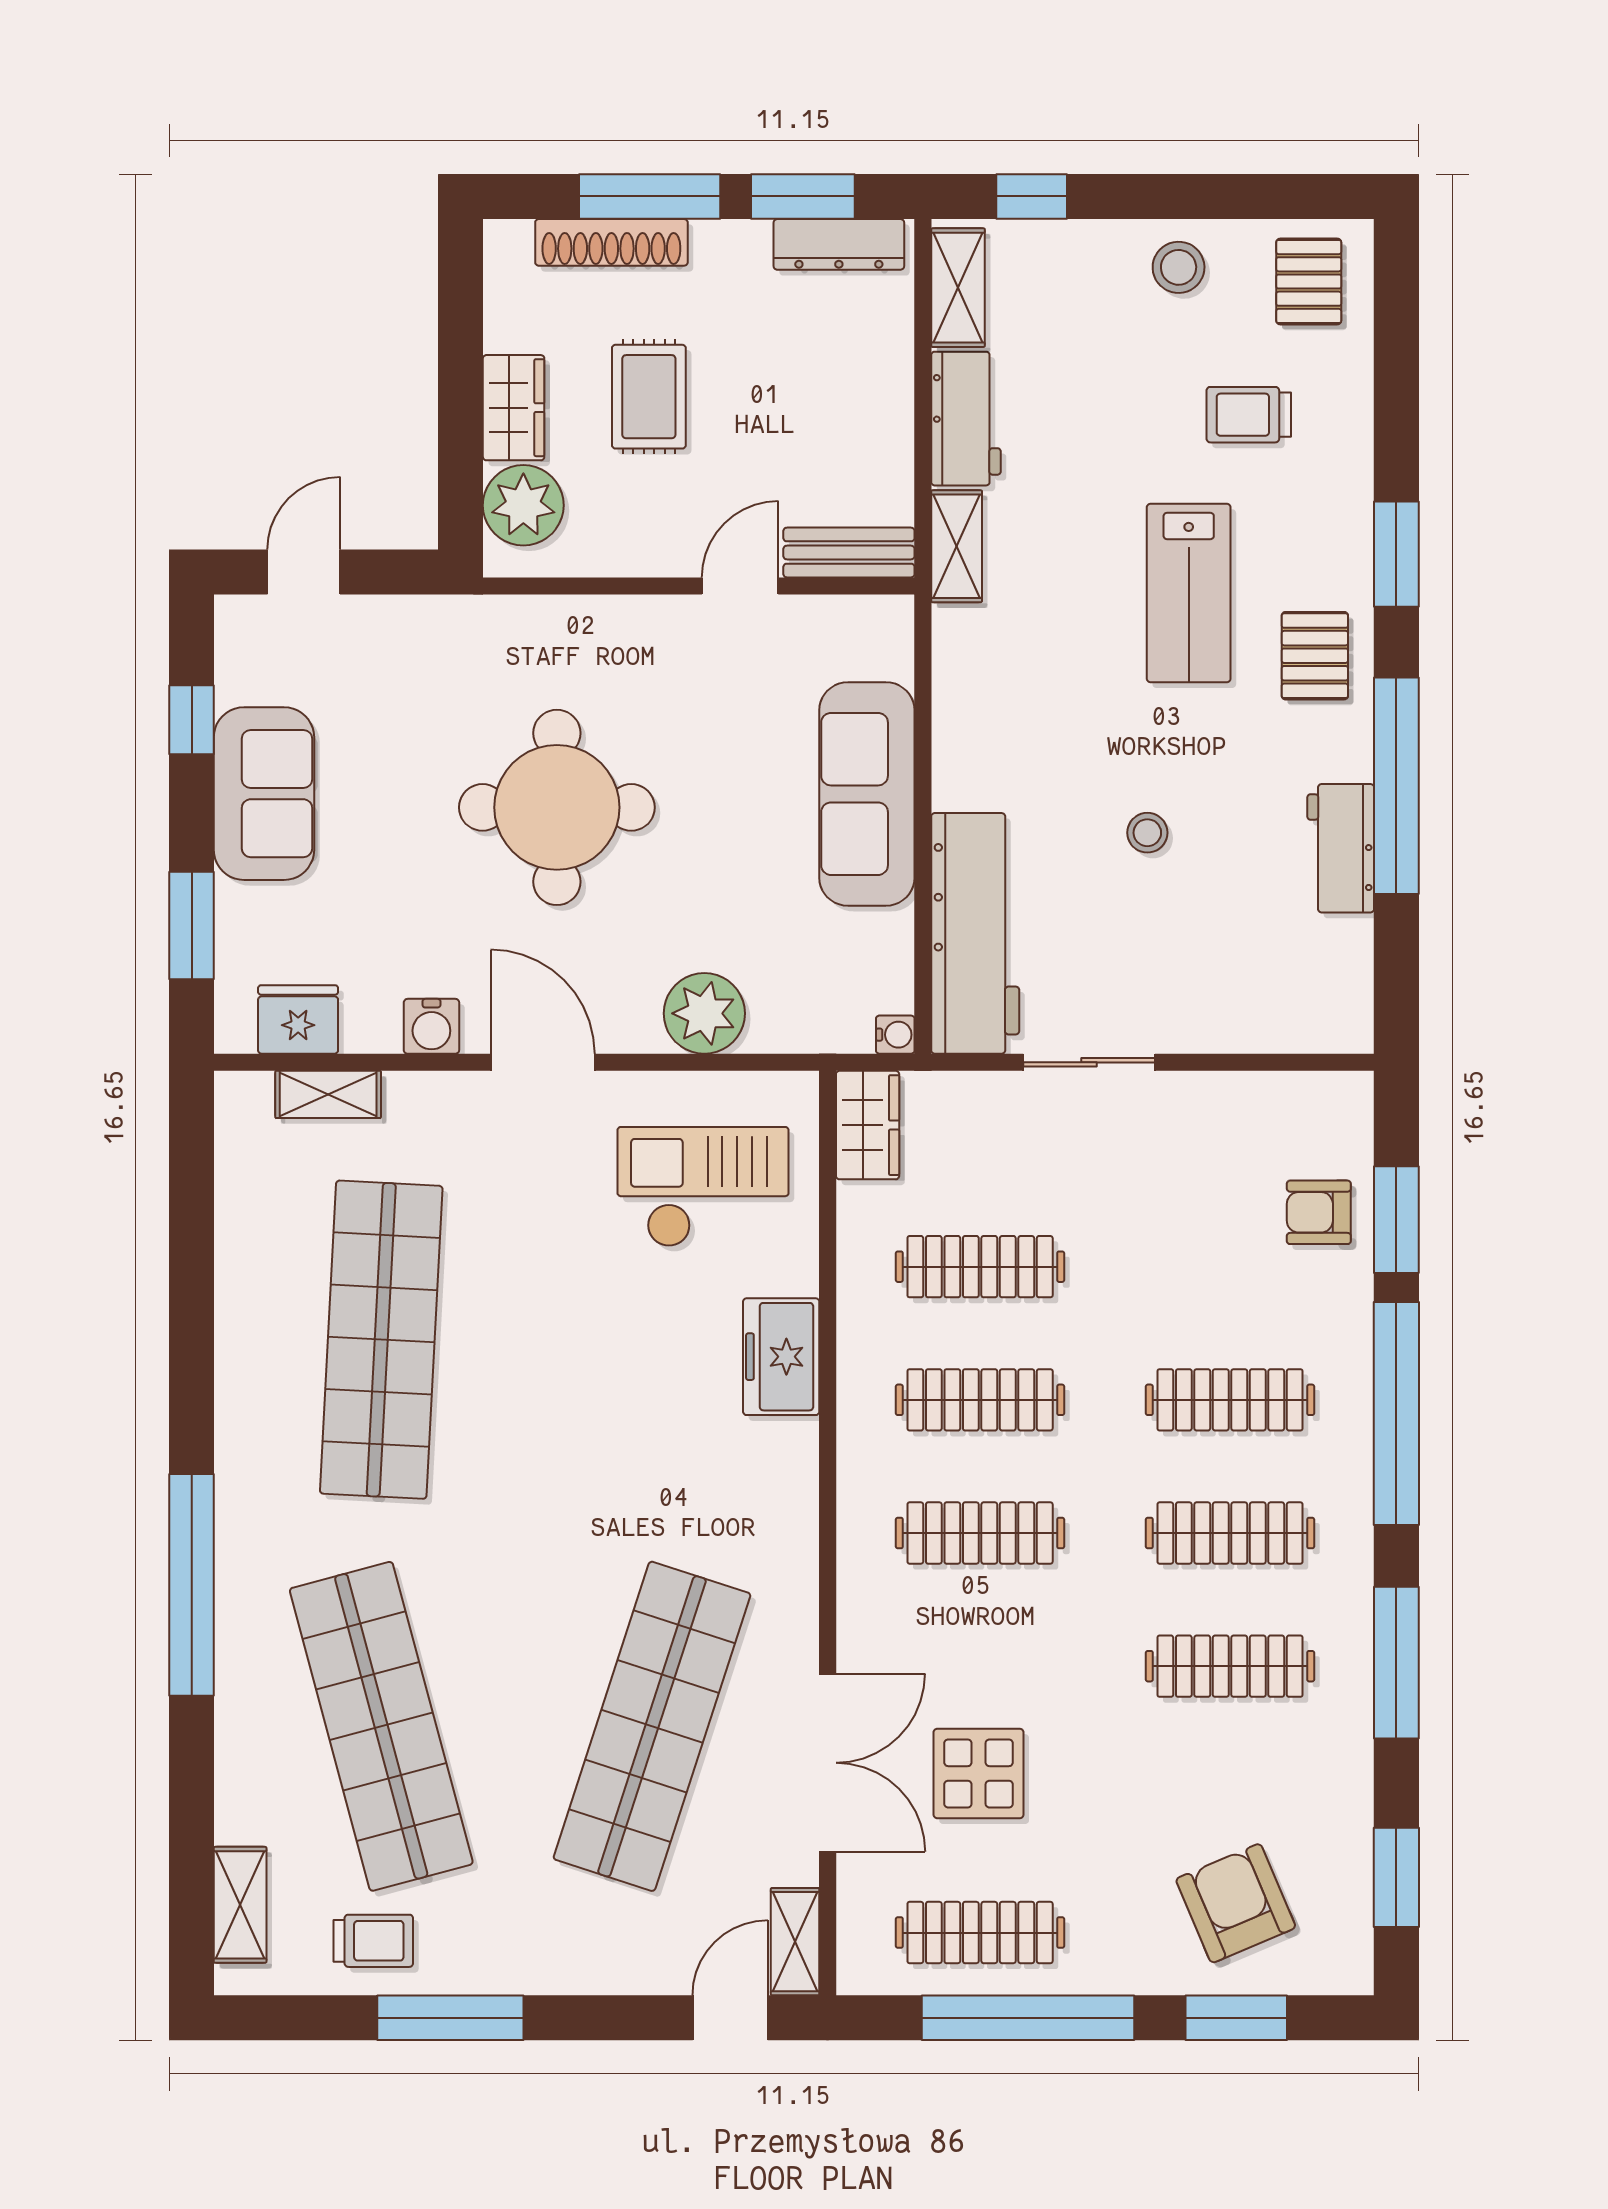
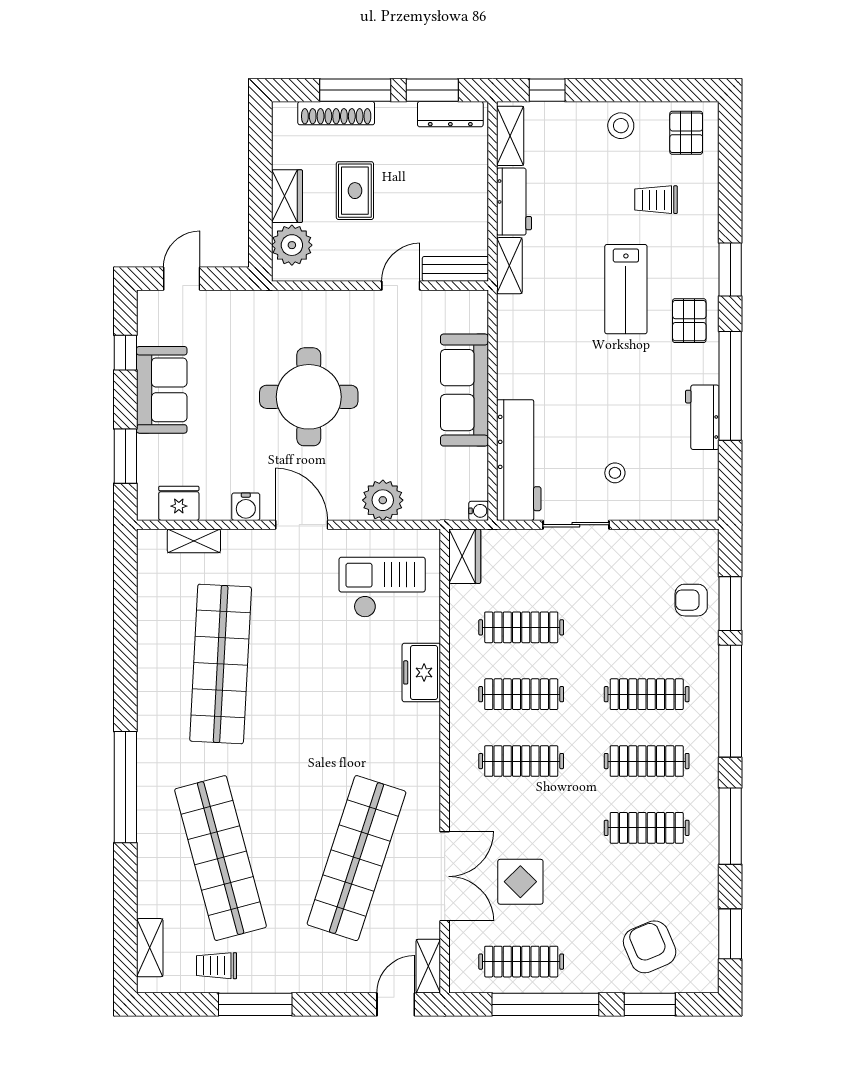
stool: (1147, 833) -> (615, 473), moved
trolley: (373, 1941) -> (217, 966), turned 180

